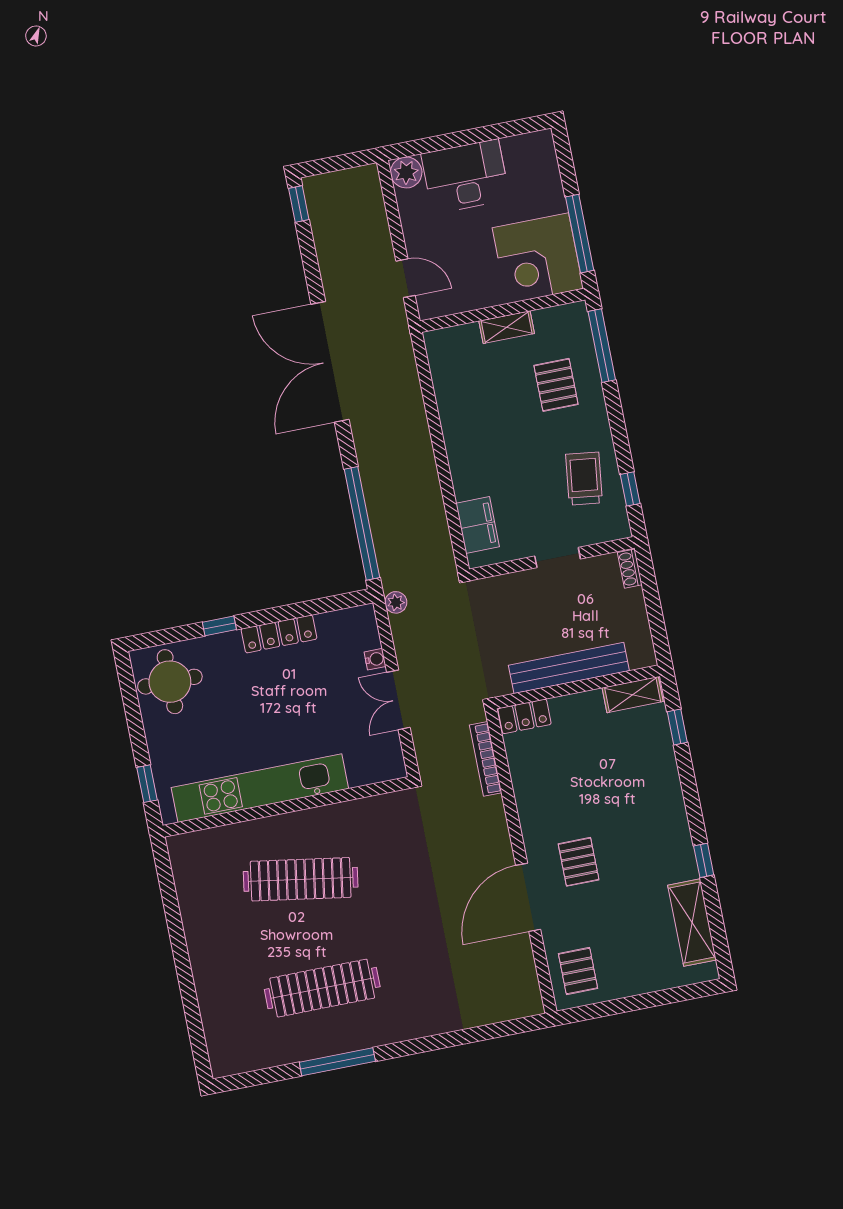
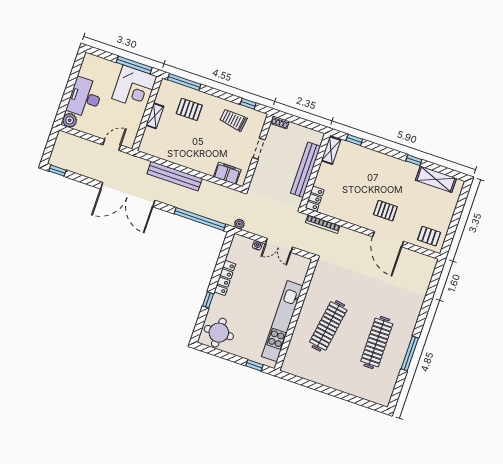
bench: (415, 430) -> (175, 176), added

